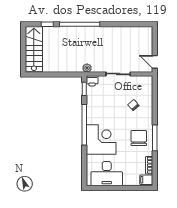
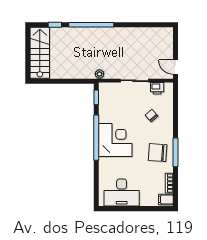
printer: (92, 81) -> (157, 88), moved
chair: (139, 138) -> (158, 153), turned -86
corner desk: (101, 140) -> (115, 140), moved

